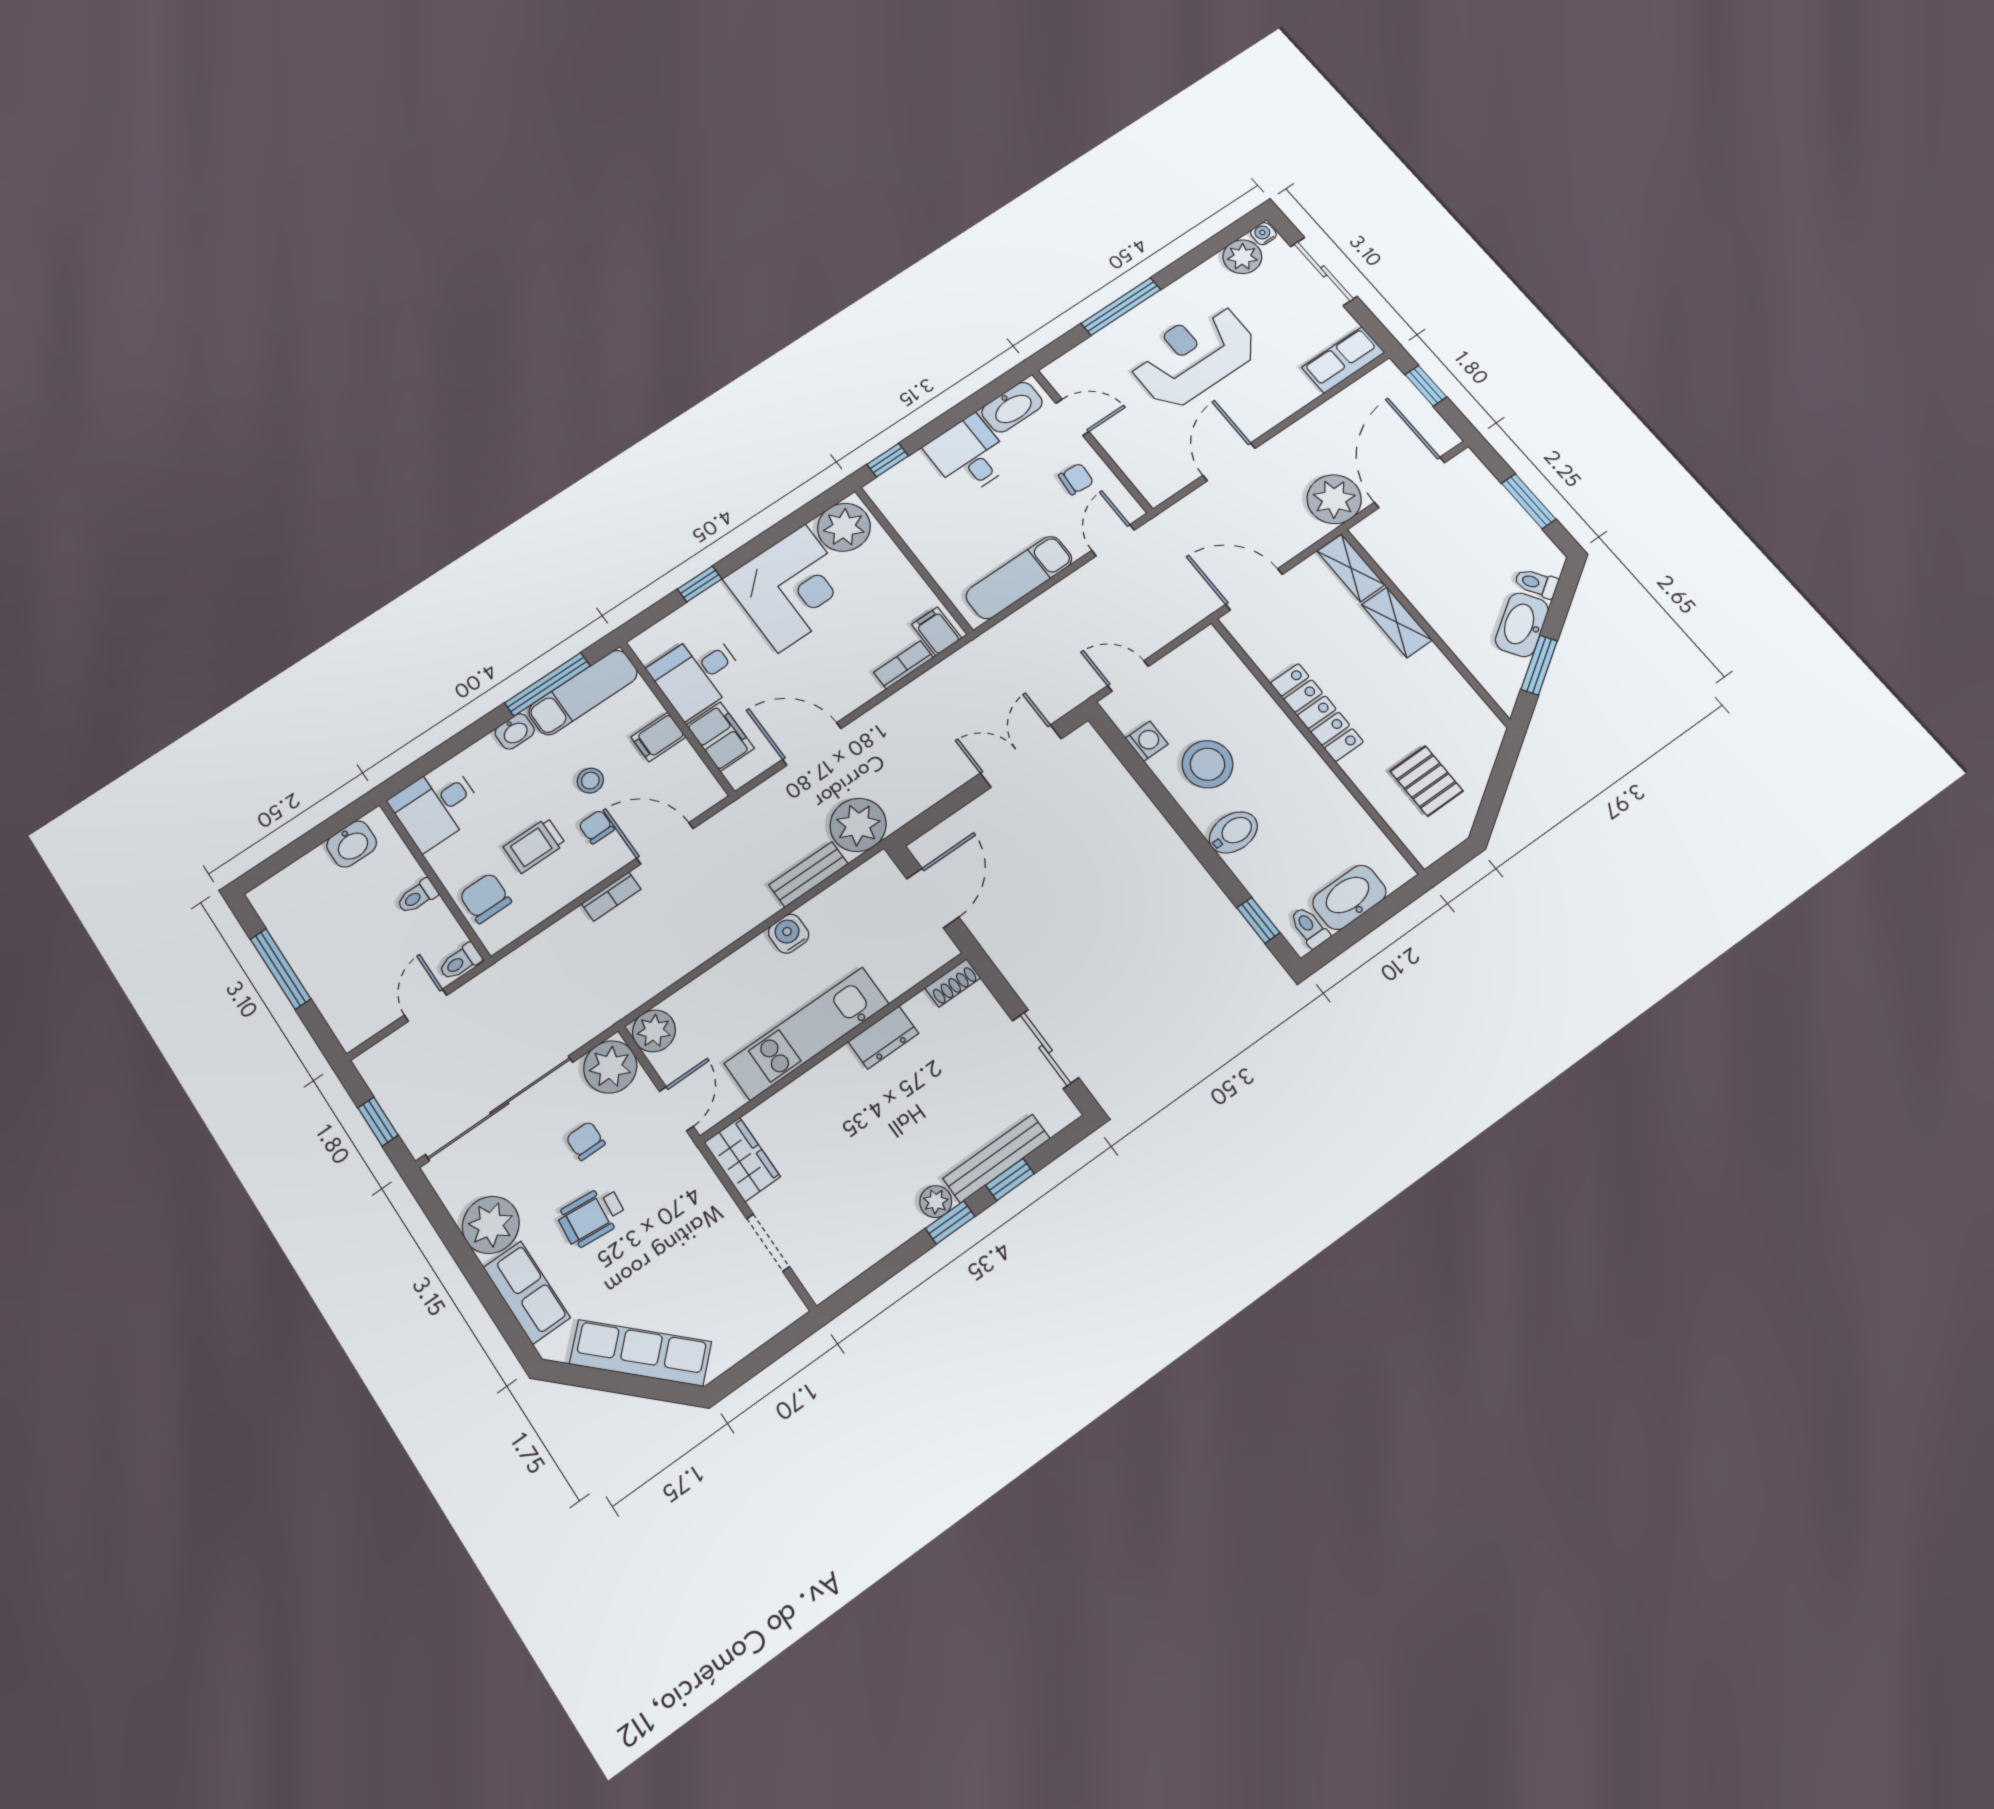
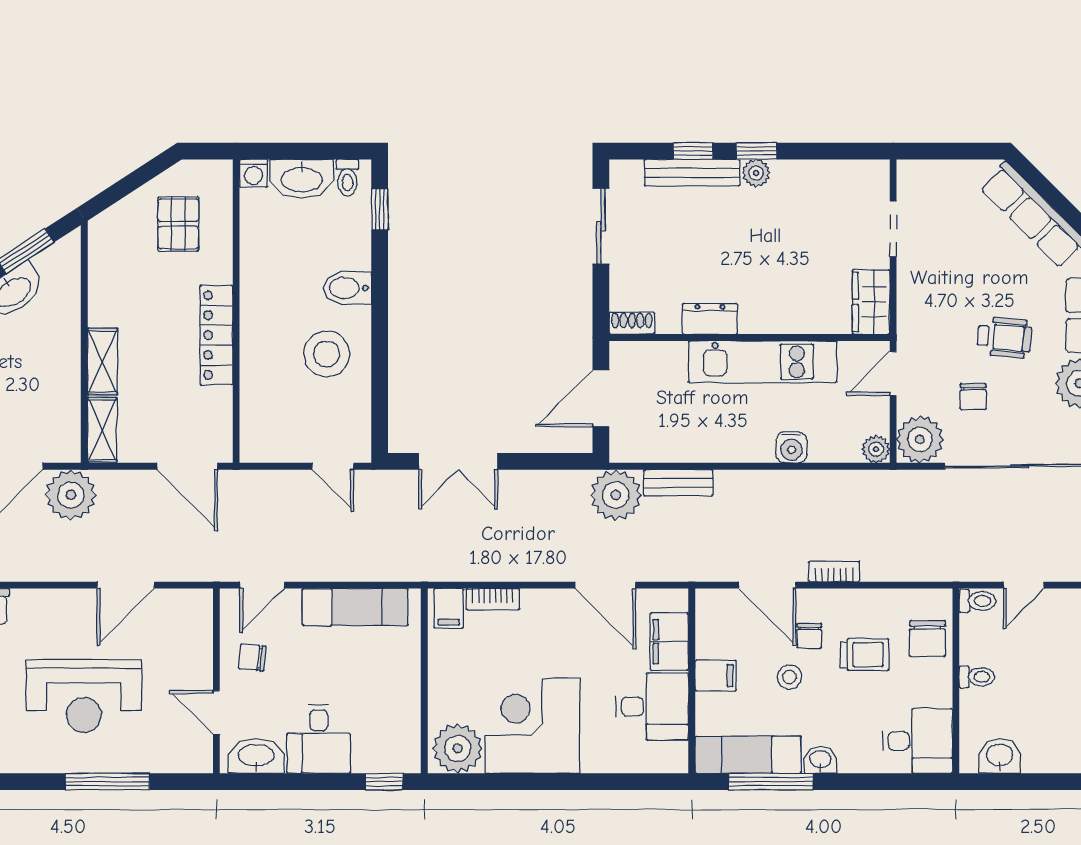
window: (700, 584) -> (600, 782), removed
washing machine: (1147, 741) -> (253, 173), moved, turned -90
water cooler: (789, 934) -> (791, 447), moved
plant: (654, 1031) -> (876, 449), width x0.73, depth x0.73

